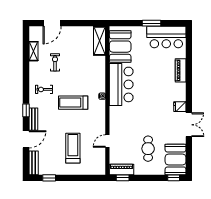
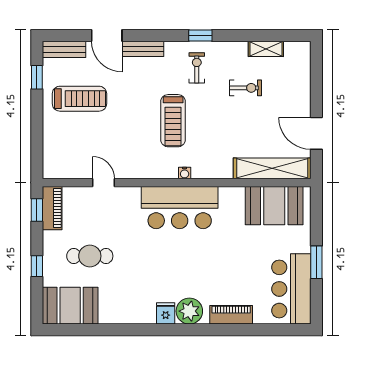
door: (52, 23) -> (316, 133), moved
shelving: (100, 41) -> (272, 168), width x1.47
bar counter: (121, 84) -> (180, 208), moved
plant: (179, 94) -> (189, 311), added
treadmill: (73, 103) -> (173, 121), turned 180
window: (26, 110) -> (200, 35), moved
double door: (189, 125) -> (133, 330), removed
treadmill: (73, 148) -> (79, 99), moved
window: (174, 178) -> (37, 266), moved

